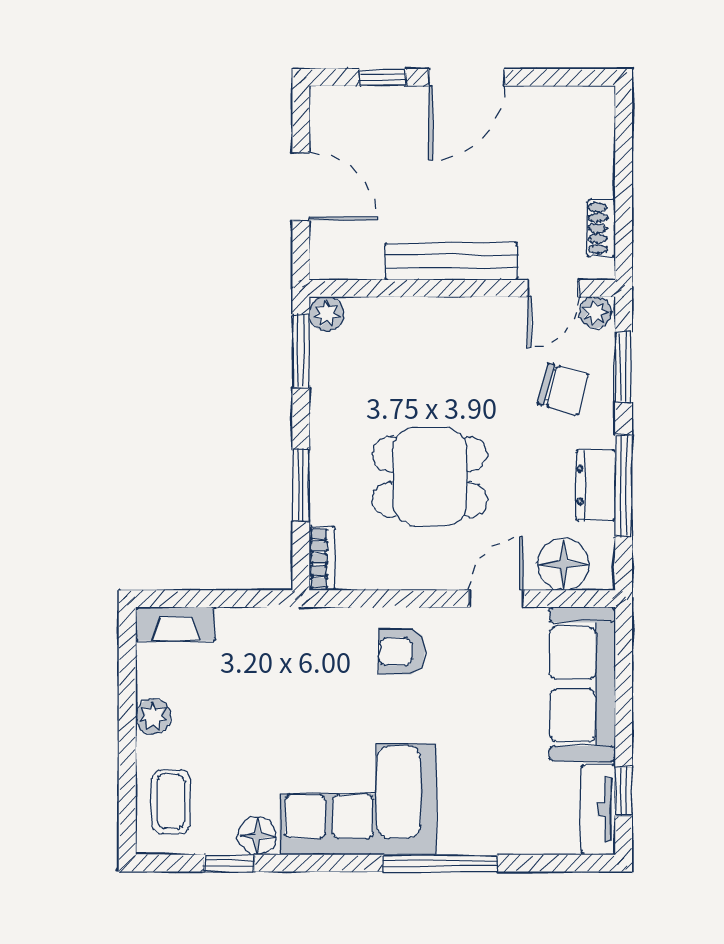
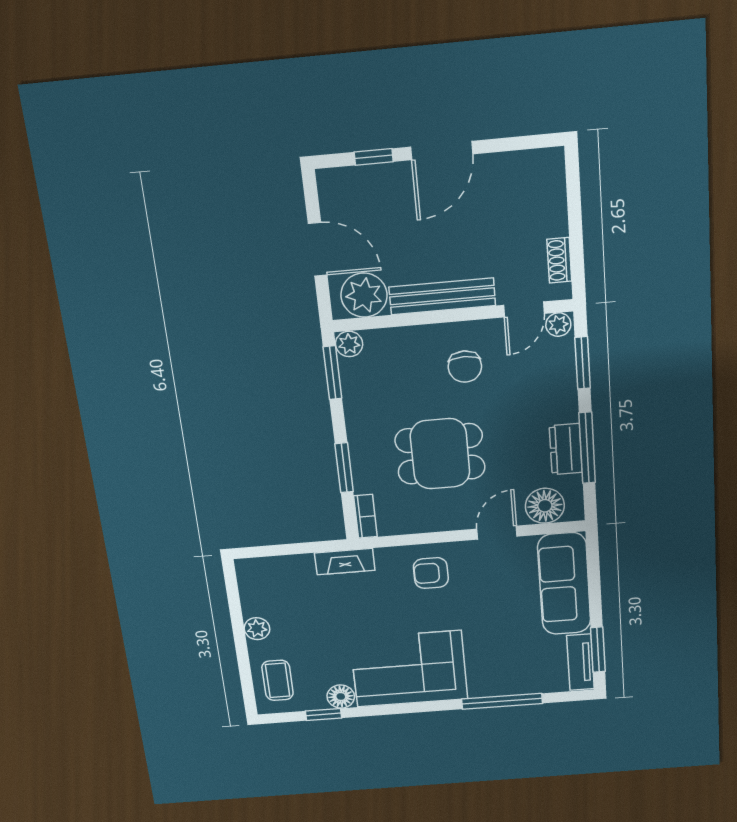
plant: (353, 251) -> (364, 295), added
chair: (563, 389) -> (465, 367), moved, turned 74
fireplace: (175, 624) -> (345, 562), moved
window: (624, 791) -> (598, 650), width x1.50
window: (440, 863) -> (502, 701), moved

